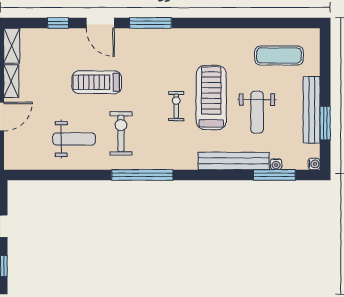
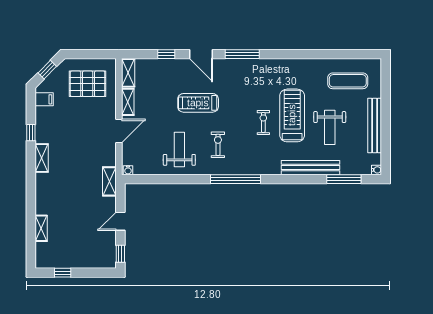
window: (325, 123) -> (386, 137), removed
exercise bike: (121, 133) -> (218, 145), width x0.73, depth x0.72
weight bench: (74, 139) -> (179, 149), turned -90
water cooler: (276, 164) -> (128, 170), moved

